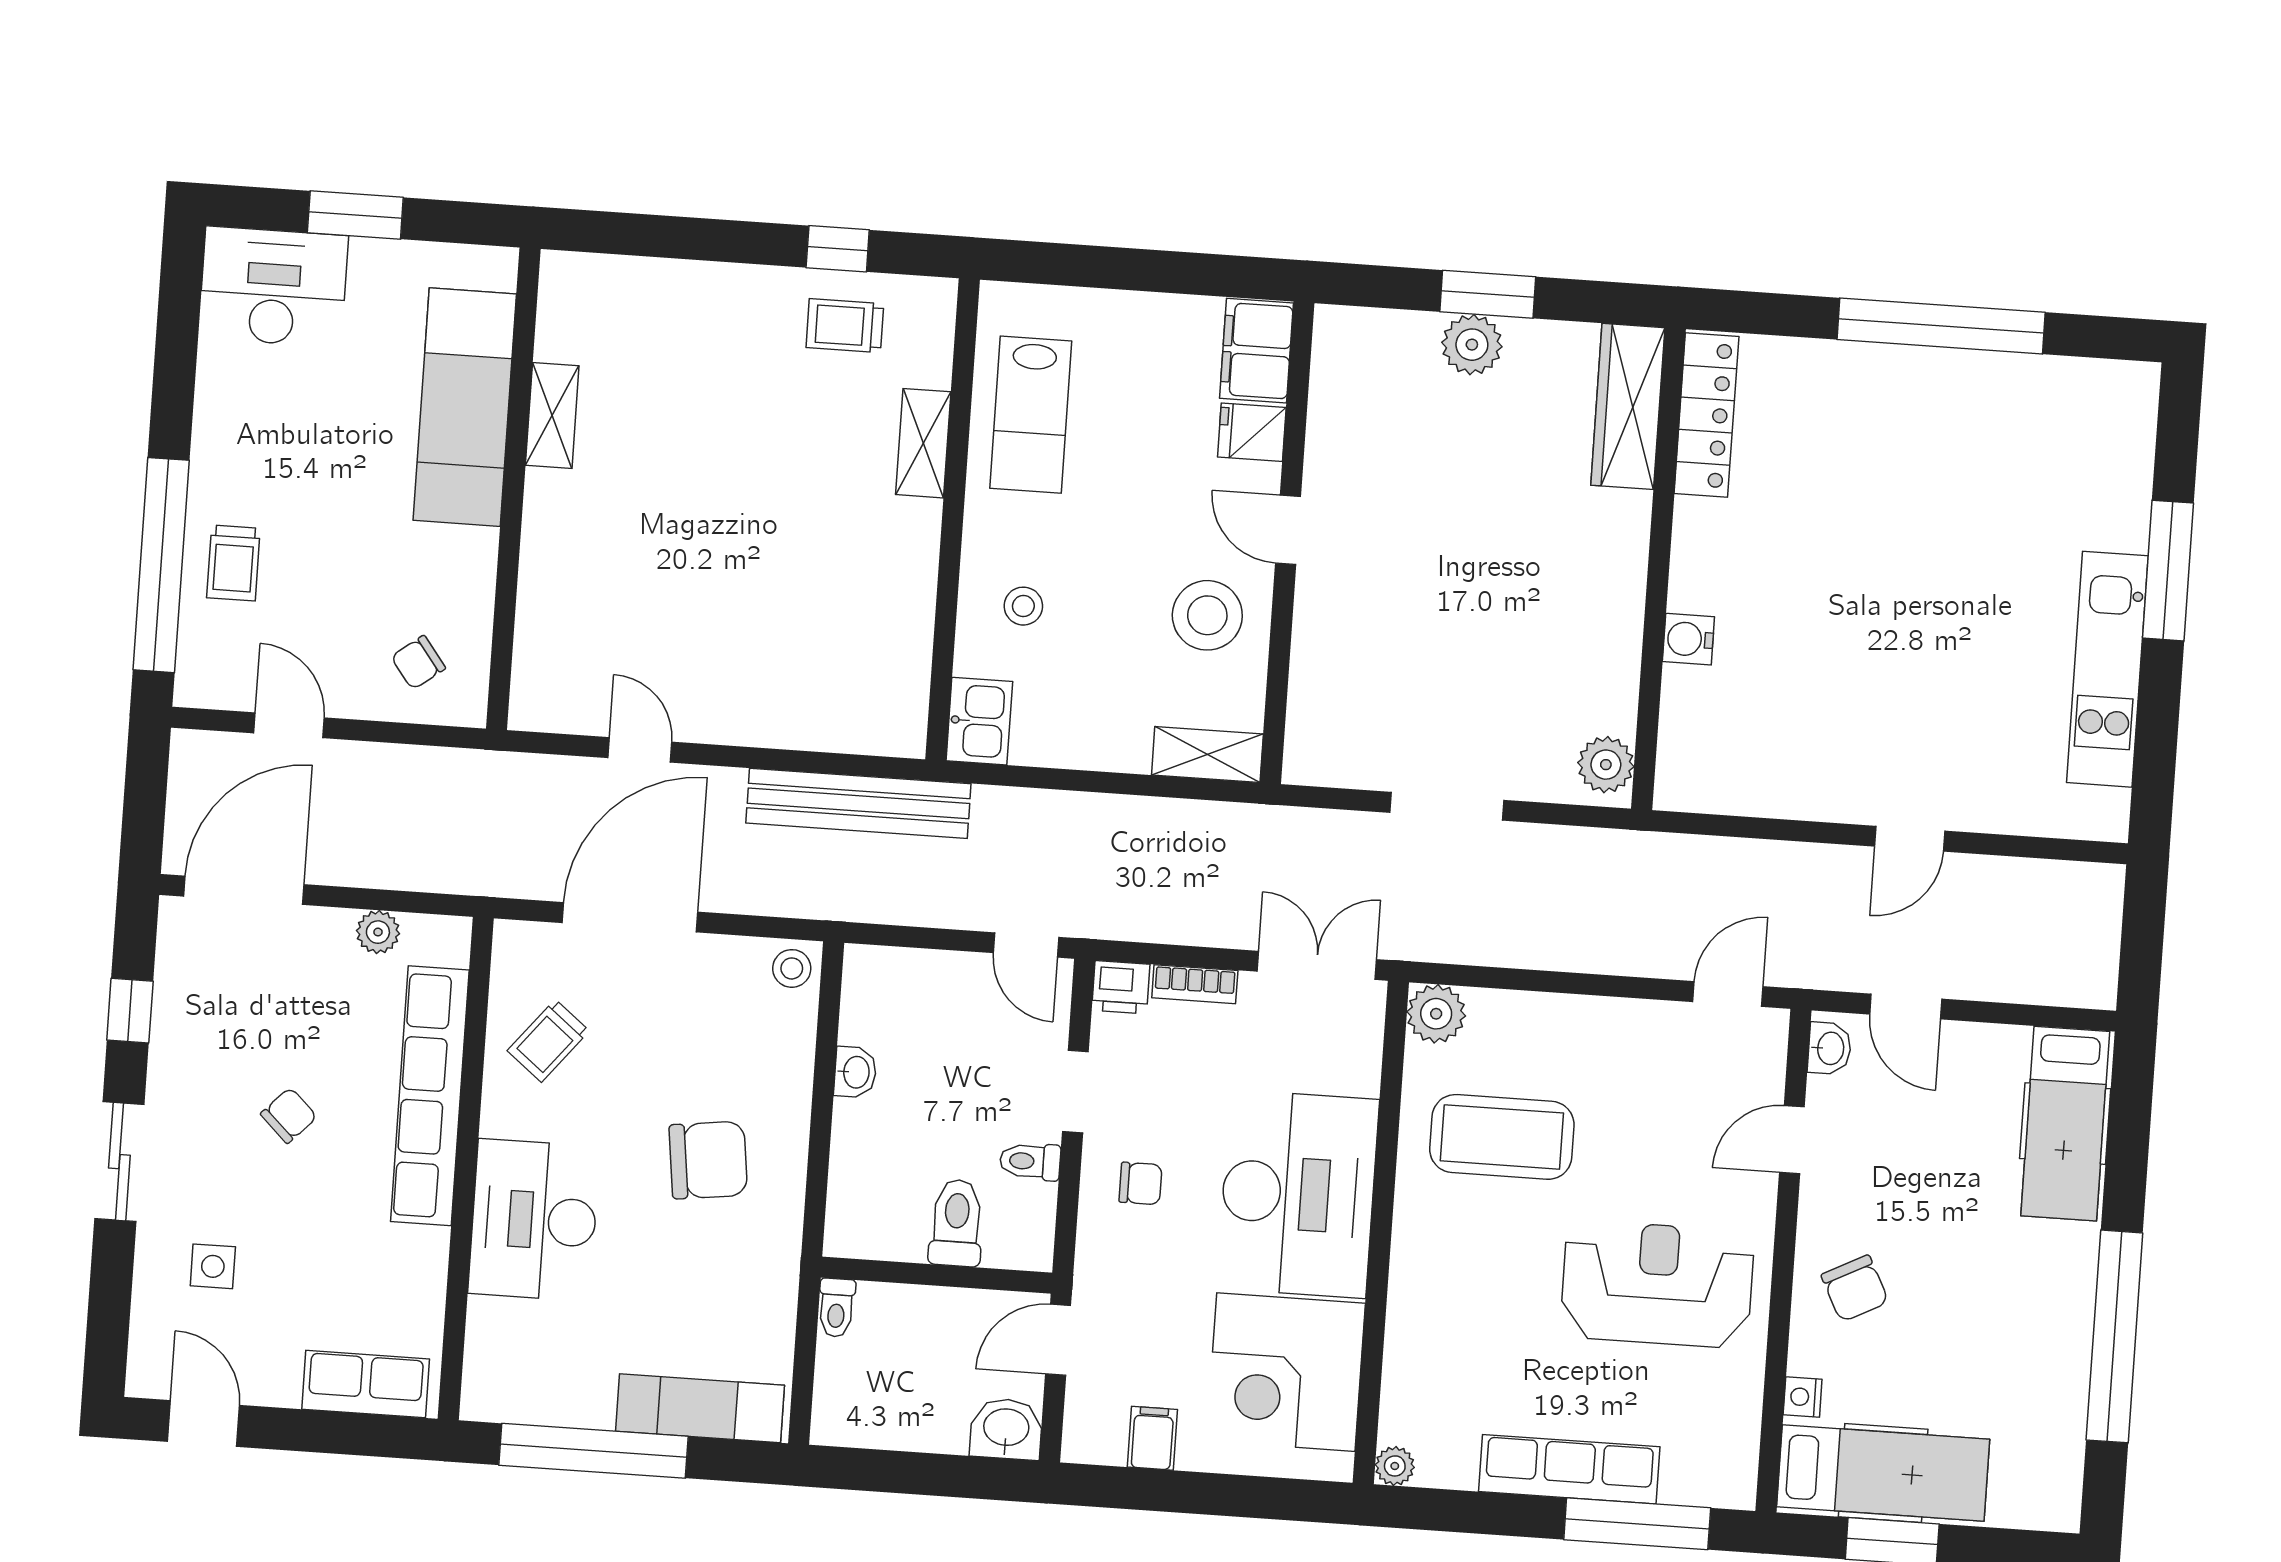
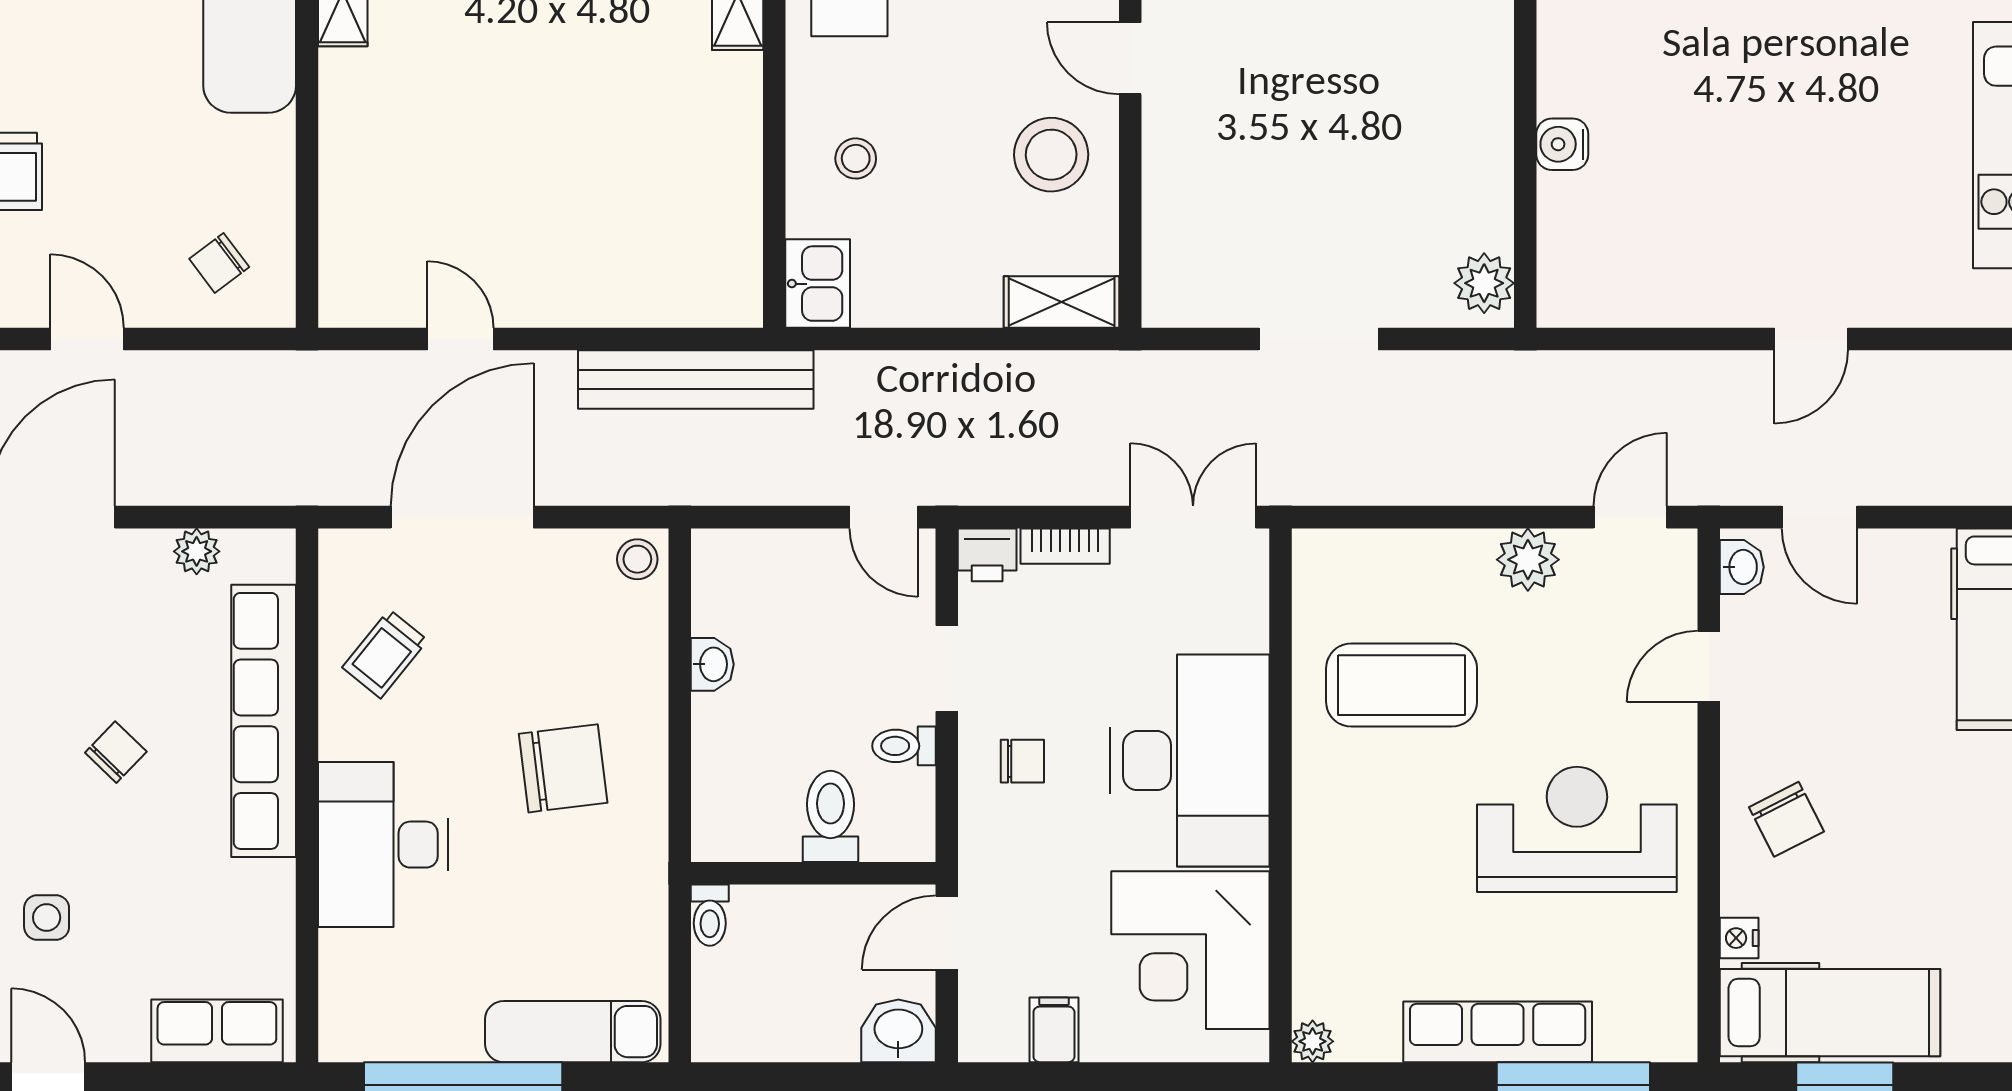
plant: (1436, 1014) -> (1528, 560), moved

